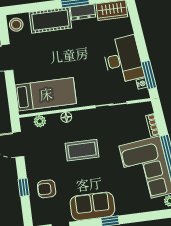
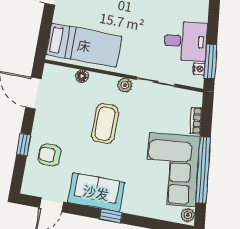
desk: (123, 60) -> (186, 41), width x0.73
floor lamp: (66, 117) -> (82, 76), moved
plant: (40, 121) -> (125, 85), moved
coffee table: (82, 150) -> (105, 124), turned 90

